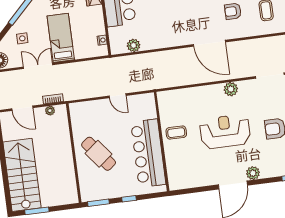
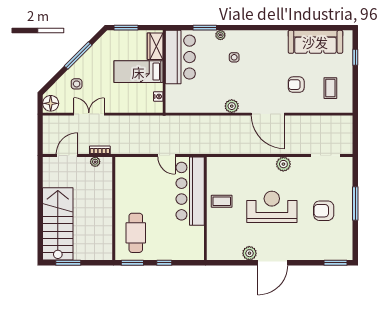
bed: (61, 38) -> (138, 72), moved, turned -90
plant: (134, 45) -> (232, 106), moved
door: (22, 108) -> (67, 156), swing flipped
bar counter: (148, 153) -> (190, 191), moved
cafe table: (99, 154) -> (136, 233), moved, turned 38
plant: (253, 173) -> (249, 253), moved

